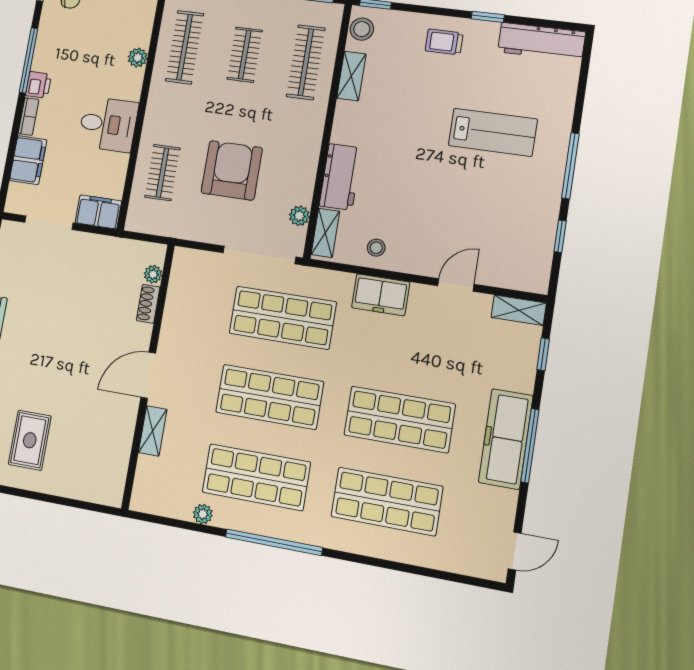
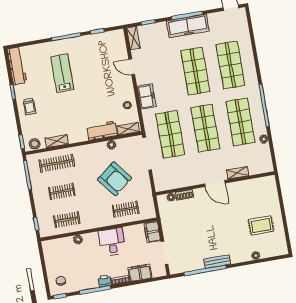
clothes rail: (185, 47) -> (67, 220), width x0.73
armchair: (232, 170) -> (115, 179), turned -128
plant: (299, 216) -> (111, 145), moved

